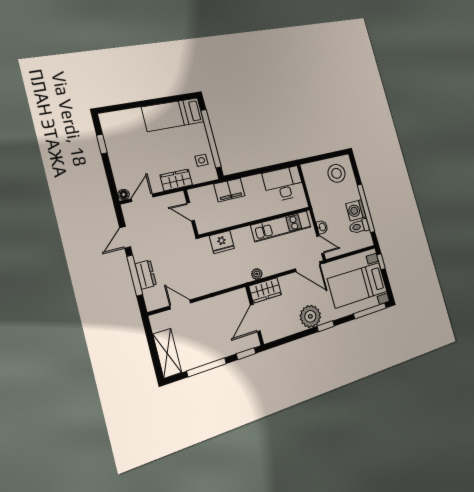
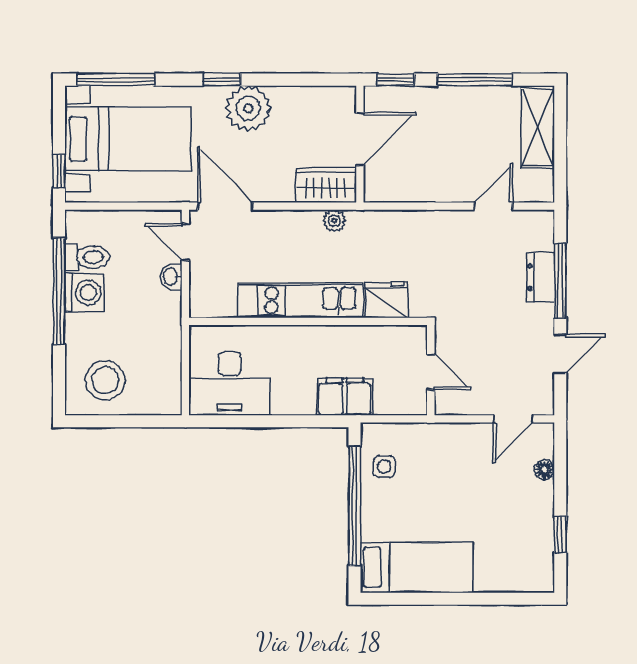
wardrobe: (176, 180) -> (442, 439), removed
floor lamp: (124, 195) -> (544, 470), moved
kitchen unit: (281, 226) -> (300, 300), moved
door: (180, 304) -> (493, 206), swing flipped

